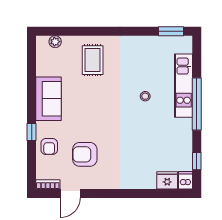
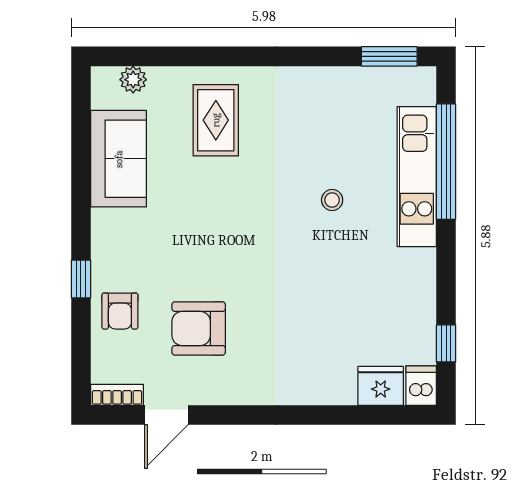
sofa: (49, 99) -> (119, 159), moved
window: (197, 104) -> (446, 162), moved

